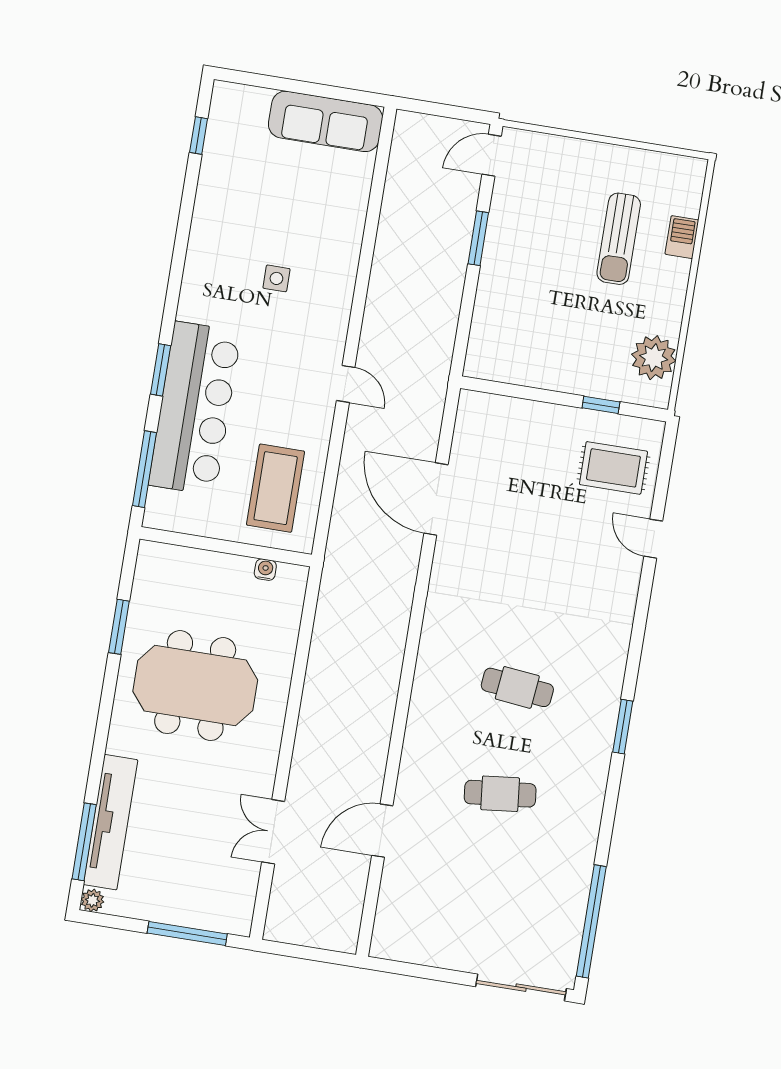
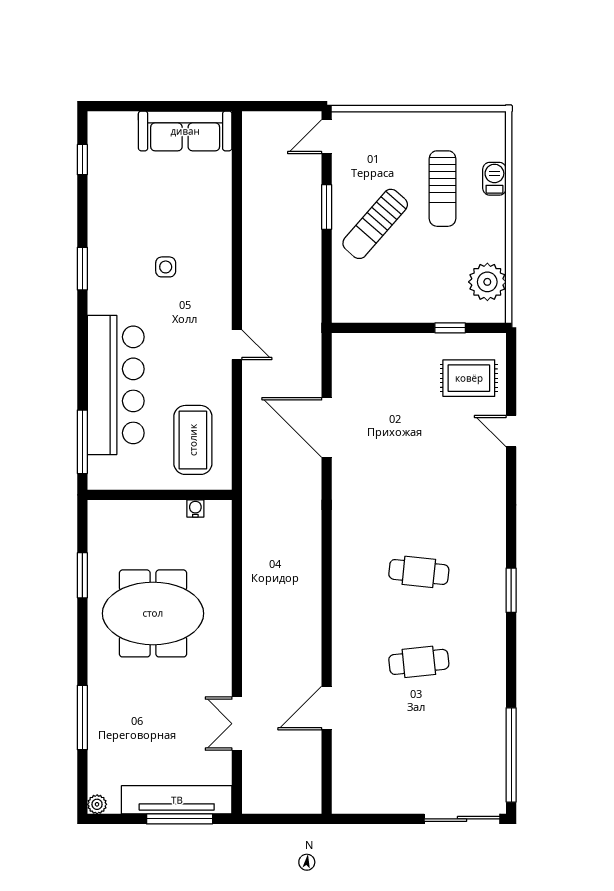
sun lounger: (532, 268) -> (375, 224), added
window: (161, 370) -> (82, 269), moved
tv unit: (110, 822) -> (177, 800), moved, turned -90
window: (84, 842) -> (82, 717), moved

